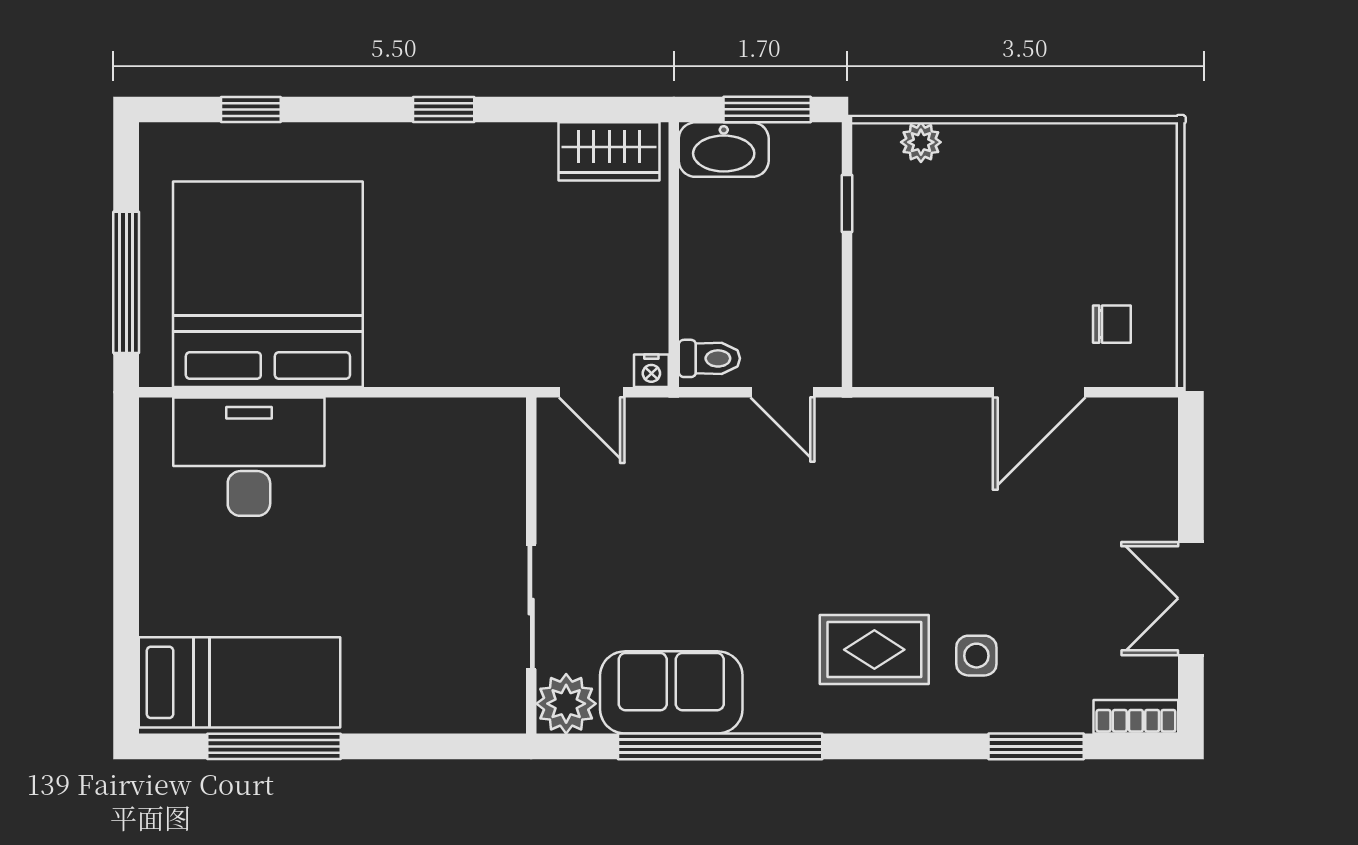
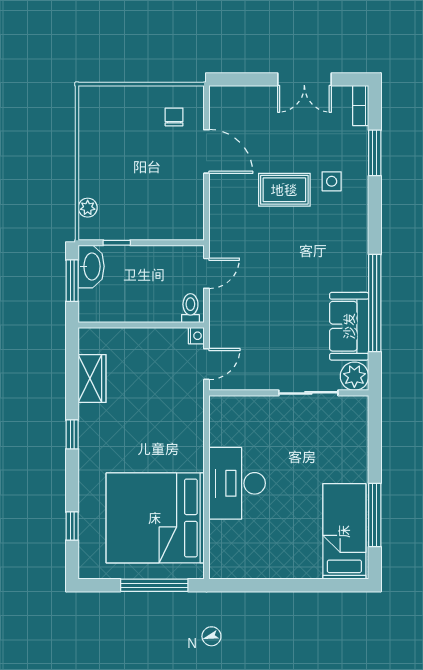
washbasin: (724, 150) -> (91, 266), moved
wardrobe: (609, 151) -> (92, 378), moved
desk: (249, 457) -> (237, 483), moved
rug: (874, 650) -> (284, 190), moved, turned 90

